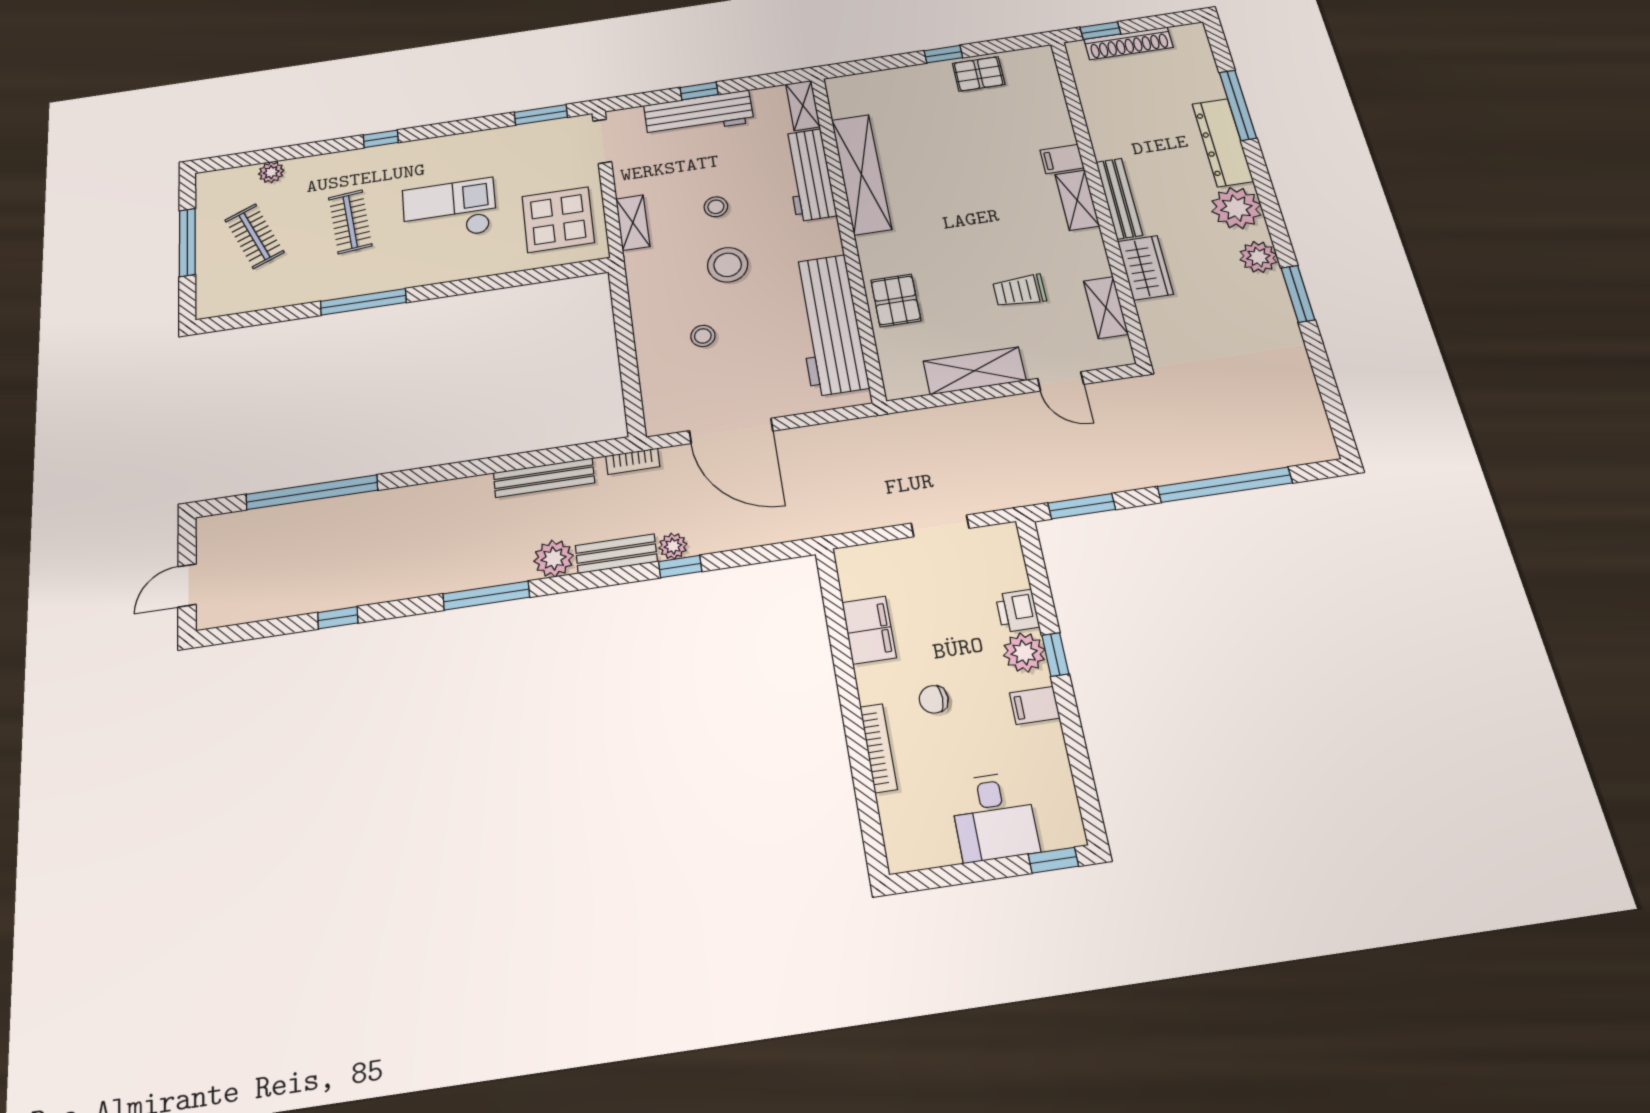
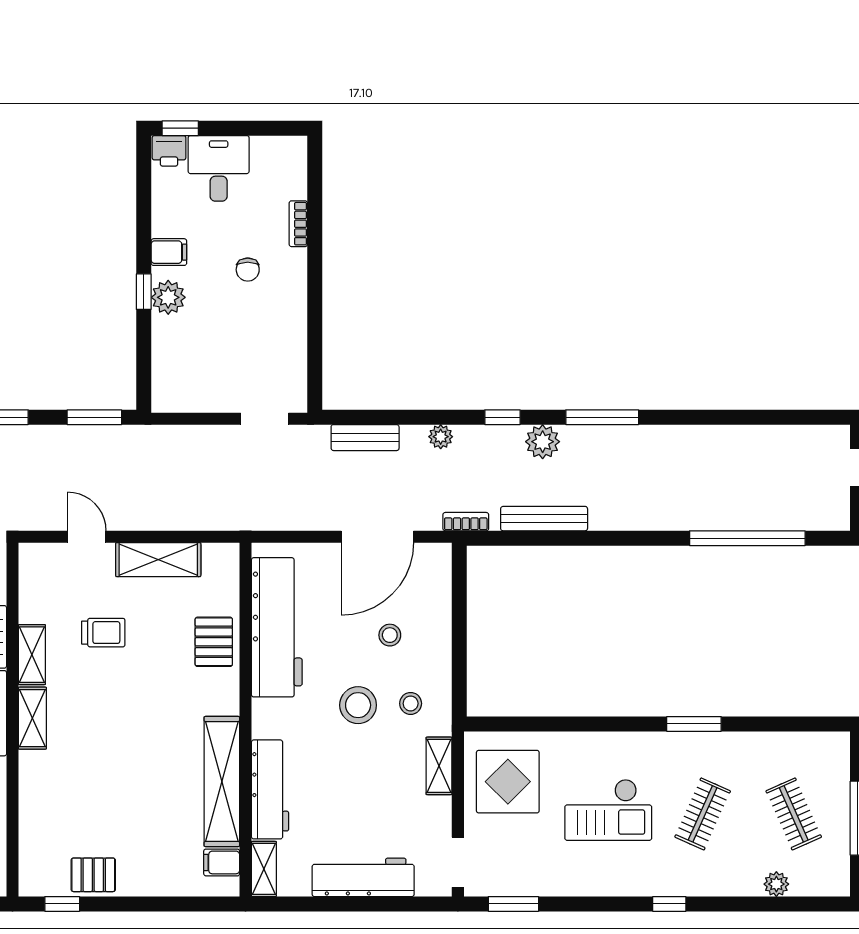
window: (943, 54) -> (62, 904), moved
window: (699, 91) -> (359, 904), removed
filing cabinet: (1062, 159) -> (222, 862), moved, turned 180
stool: (716, 207) -> (411, 703), moved
clothes rail: (350, 222) -> (703, 814), turned 30
window: (363, 302) -> (694, 724), width x0.69
shelving: (1106, 307) -> (32, 655), moved
door: (731, 431) -> (377, 537), swing flipped
doorway: (940, 526) -> (265, 419), moved
bench: (616, 554) -> (365, 438), moved
window: (680, 566) -> (502, 417), moved
printer: (1017, 611) -> (169, 151), moved, turned 90
window: (338, 618) -> (729, 417), removed
filing cabinet: (869, 630) -> (289, 336), removed
chair: (934, 699) -> (248, 270), turned 90
bookcase: (879, 748) -> (298, 224), width x0.64

